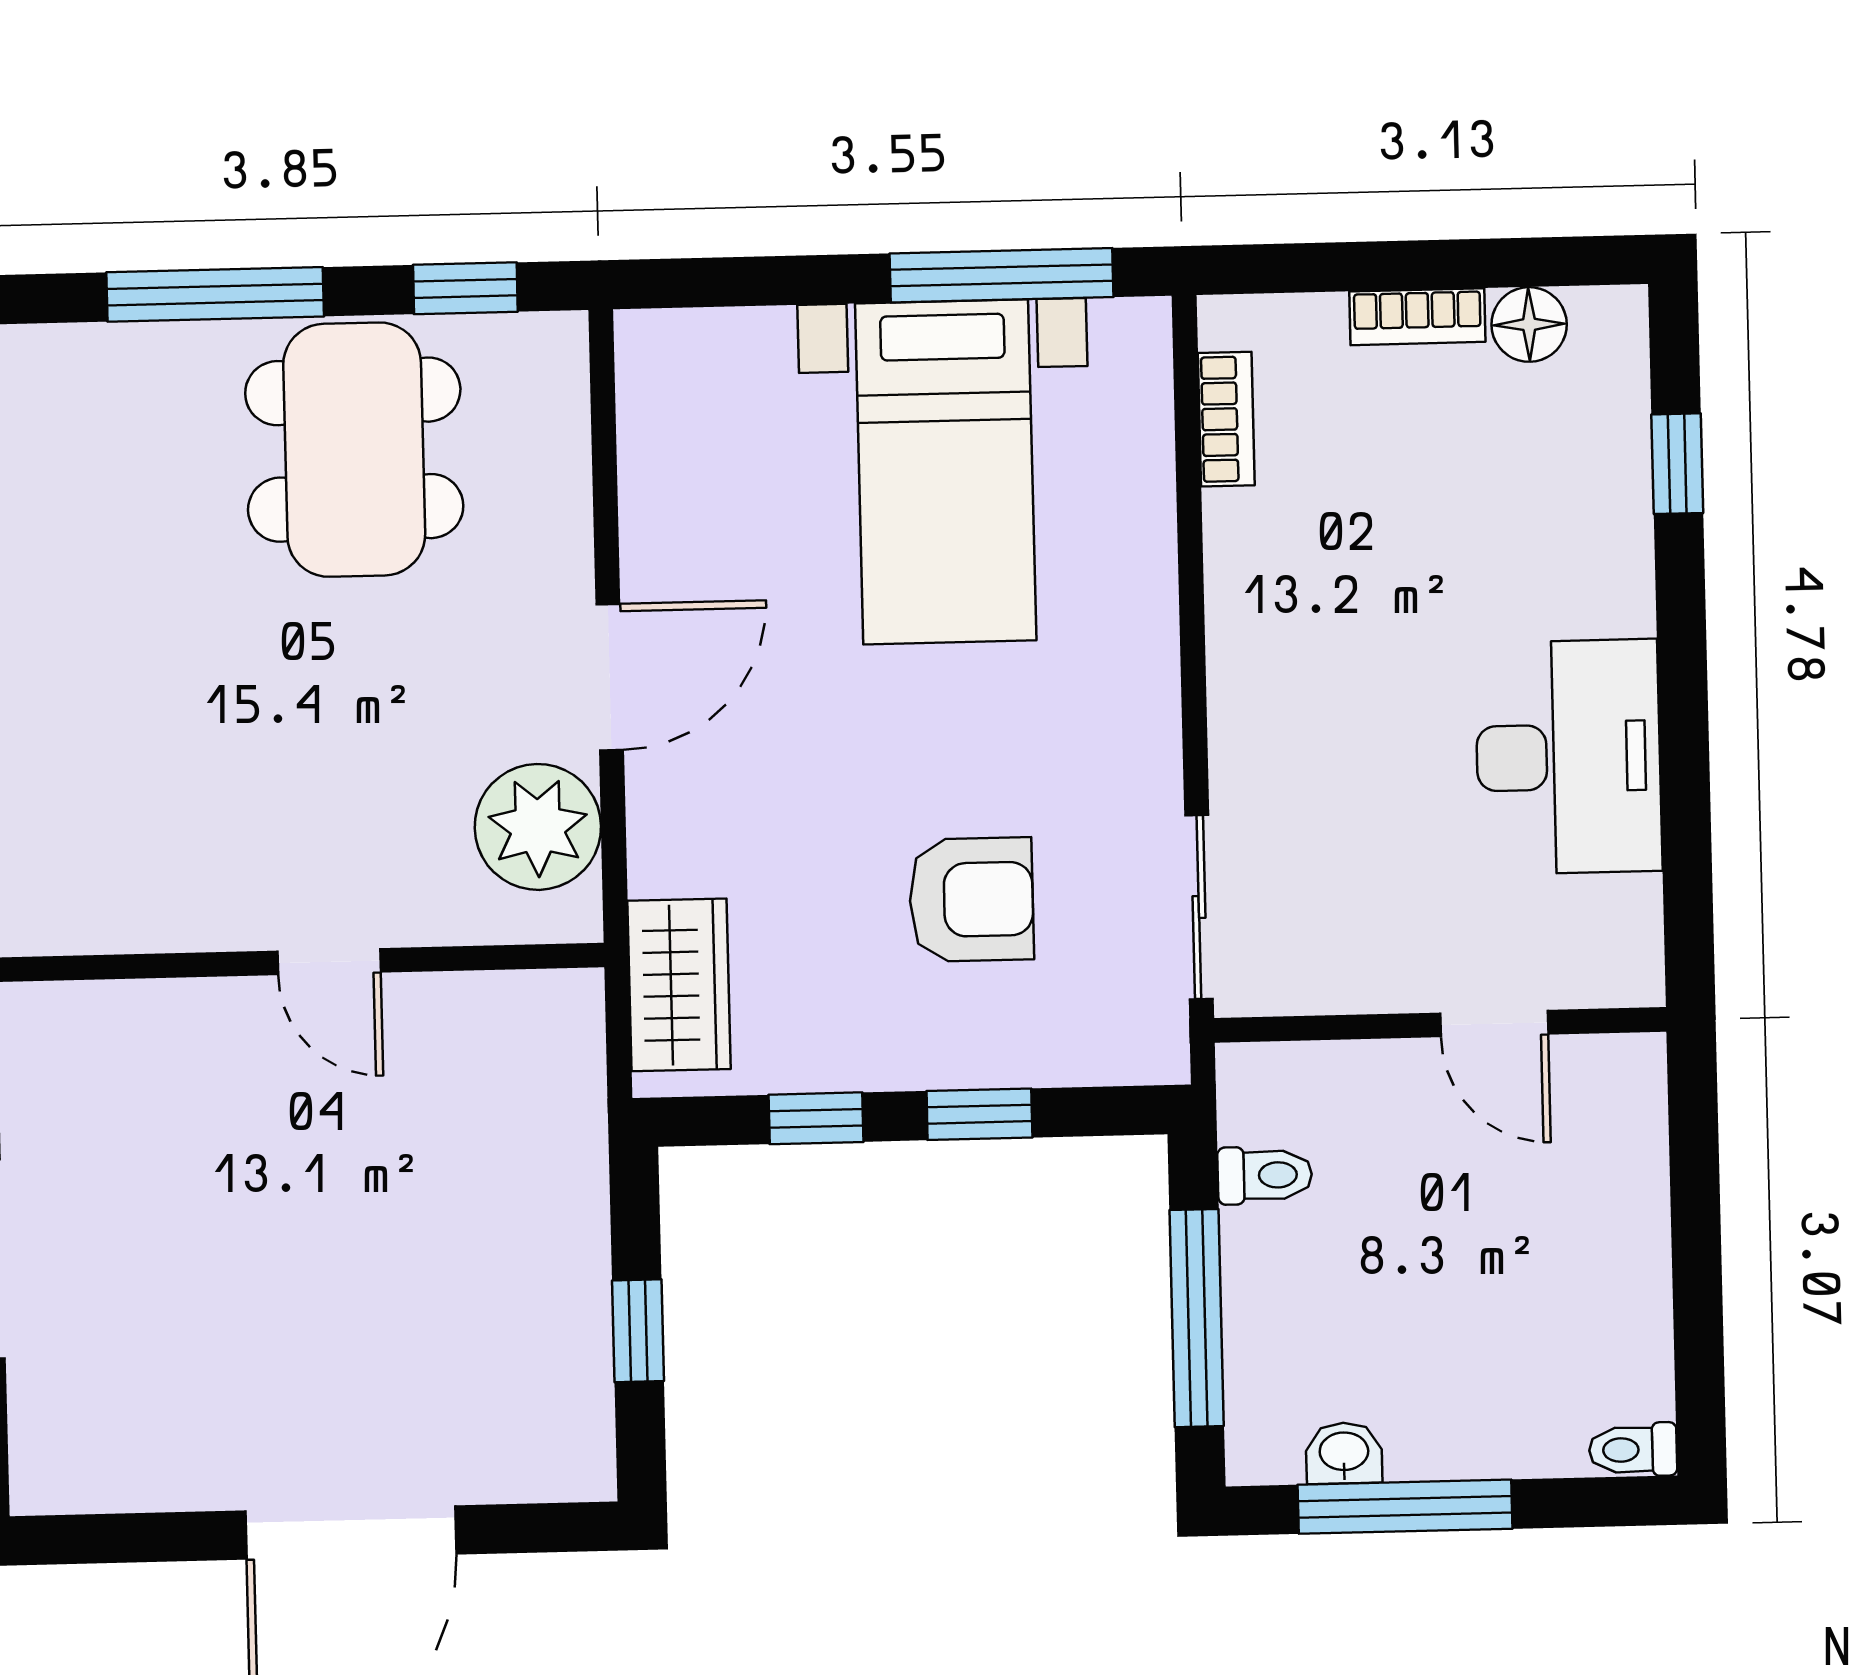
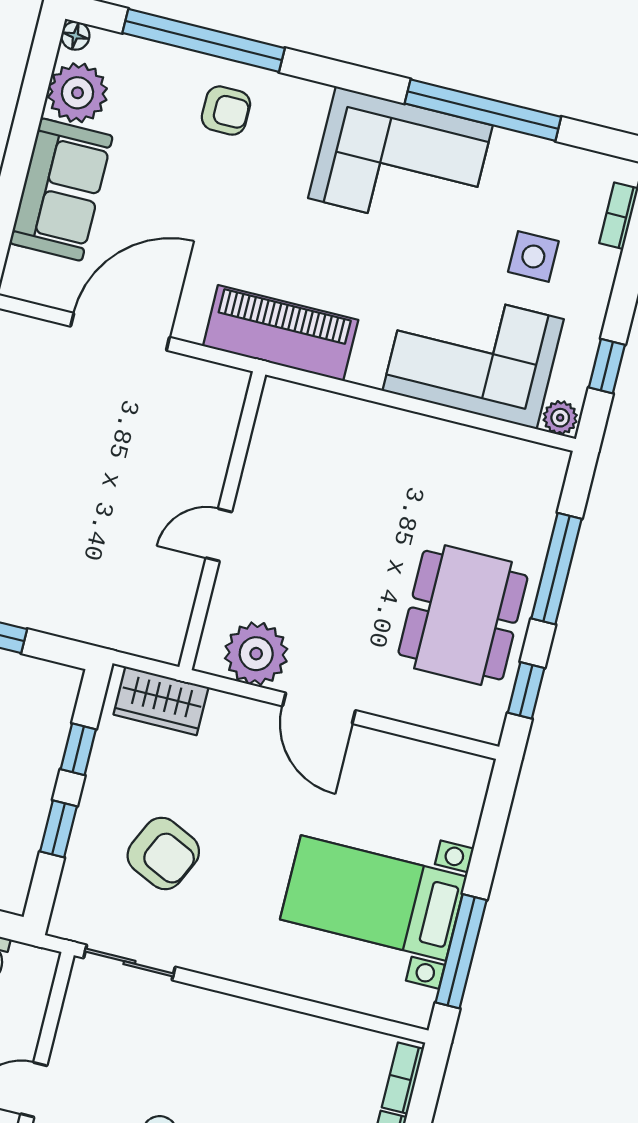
bookcase: (1226, 419) -> (403, 1078), moved, turned 90
dining table: (354, 450) -> (463, 615), turned 90
armchair: (971, 900) -> (163, 853), turned -65

